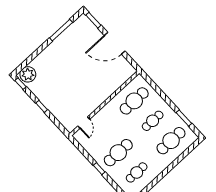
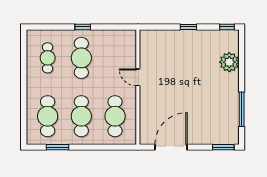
door: (115, 43) -> (171, 147), moved
plant: (28, 74) -> (229, 62), moved
cafe table: (153, 121) -> (81, 116), width x1.37, depth x1.35
door: (84, 123) -> (138, 77), moved

